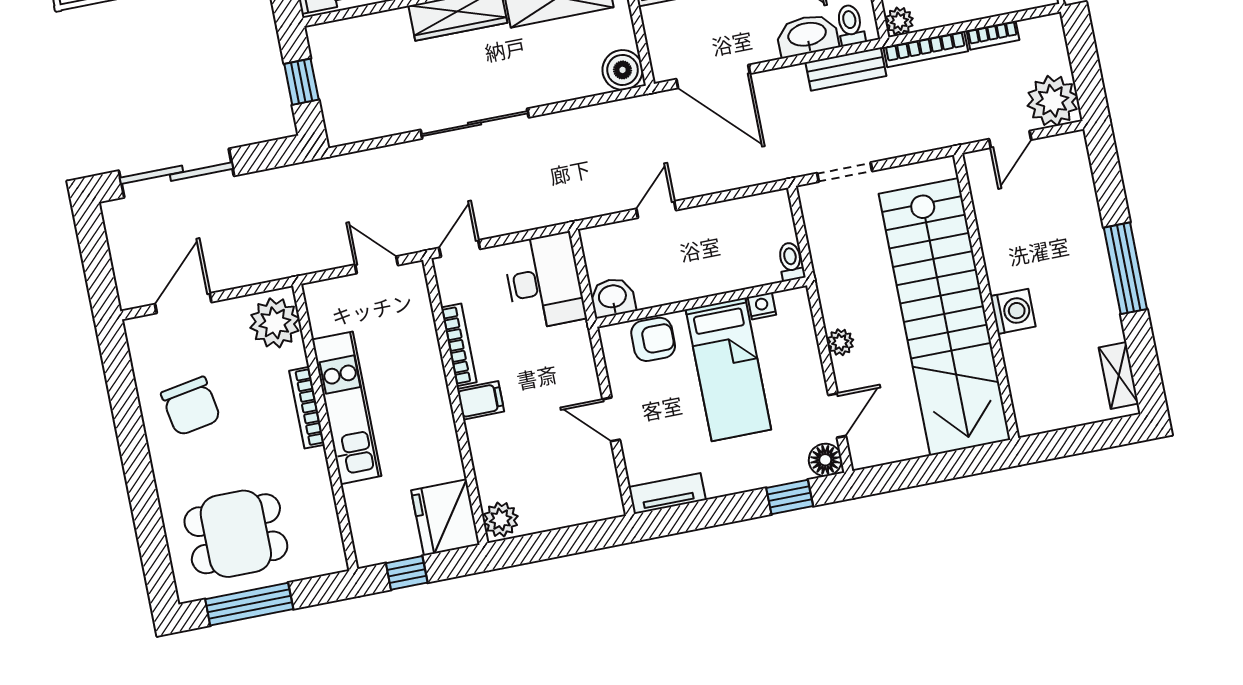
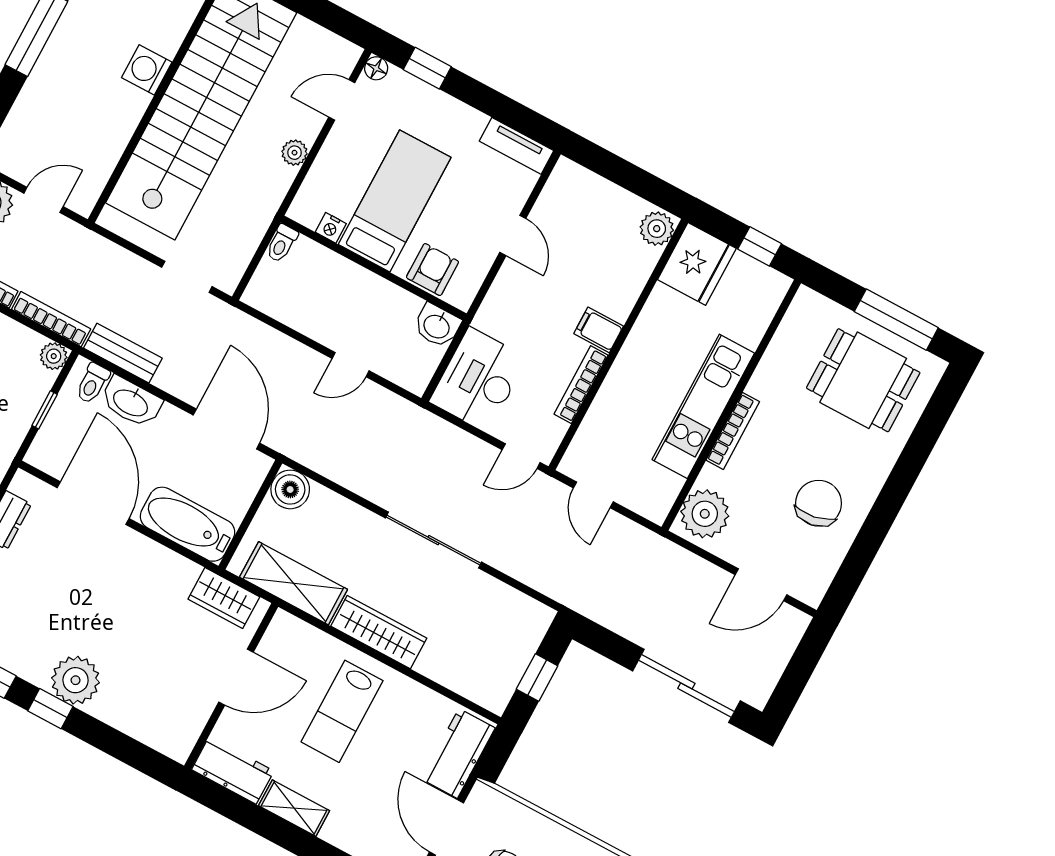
armchair: (653, 339) -> (432, 270), turned 90
floor lamp: (825, 460) -> (376, 68), width x0.73, depth x0.73

